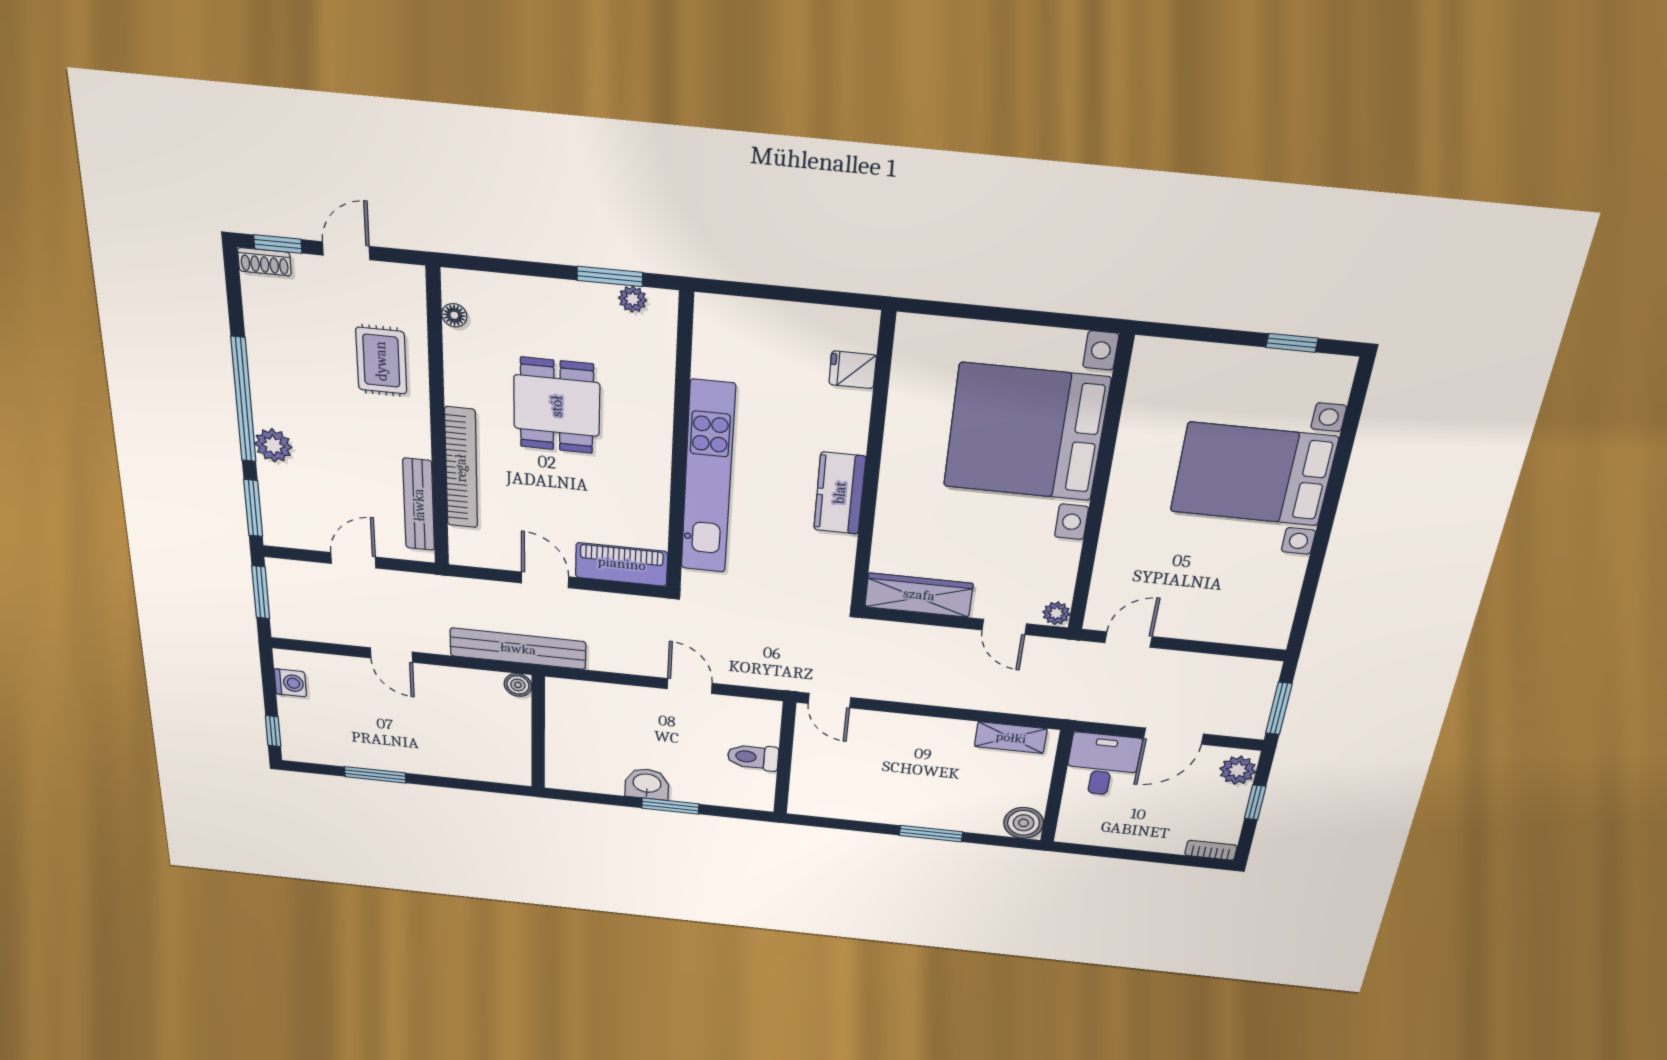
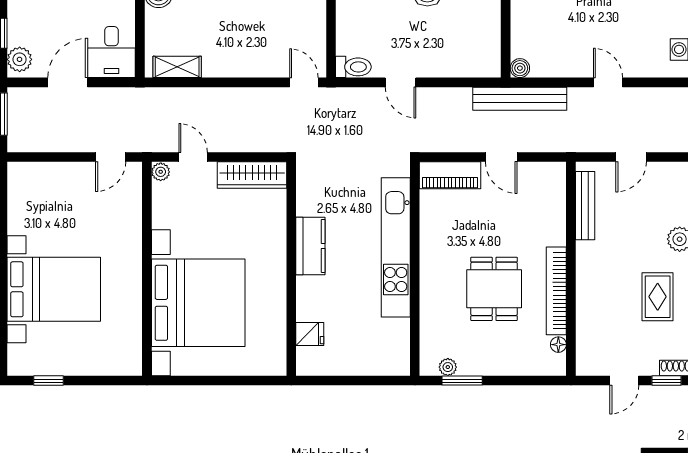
rug: (381, 361) -> (658, 297), moved
bookcase: (461, 468) -> (556, 291), moved
toilet: (753, 757) -> (353, 67), moved

